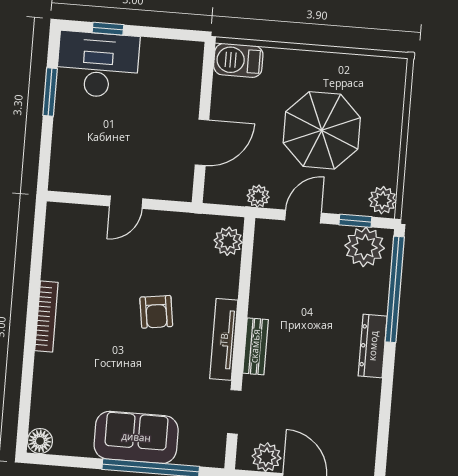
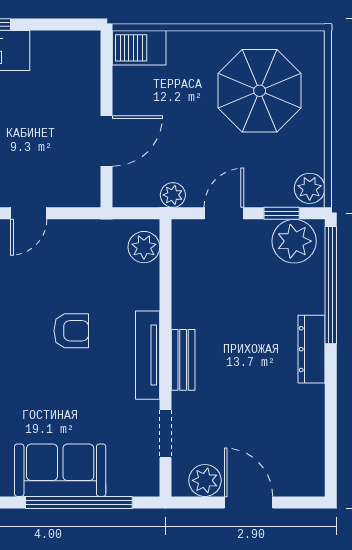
parasol: (322, 130) -> (260, 91), moved
armchair: (156, 312) -> (71, 331), turned -82

